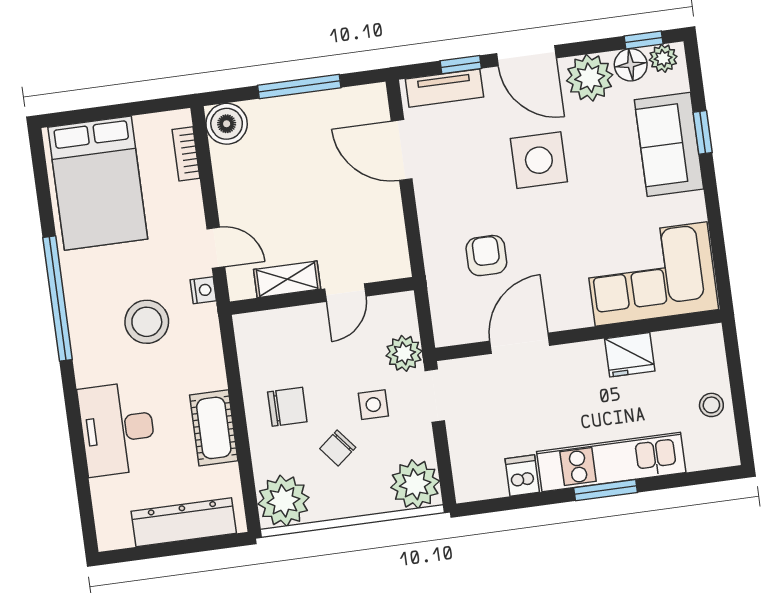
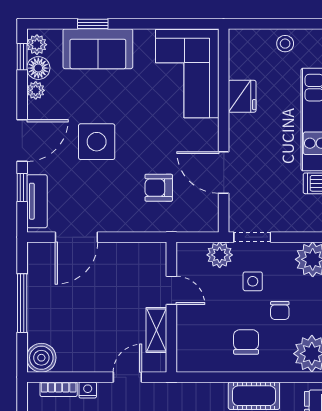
plant: (590, 78) -> (36, 90), width x0.53, depth x0.53
nightstand: (203, 290) -> (88, 390), moved
chair: (338, 448) -> (280, 310), turned 39

